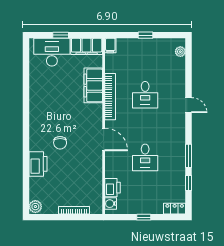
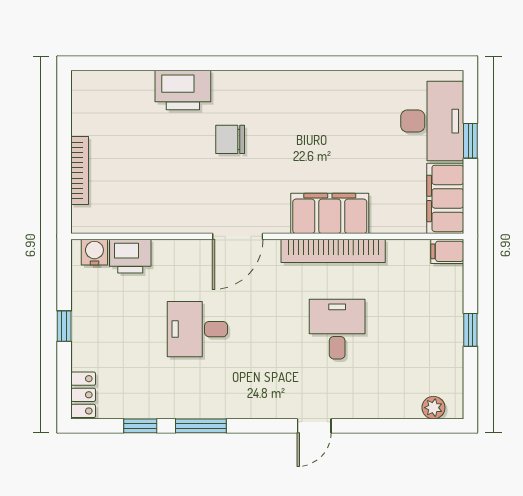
filing cabinet: (93, 85) -> (330, 213), moved
desk: (145, 95) -> (337, 329), turned 90
plant: (35, 207) -> (88, 84), removed

